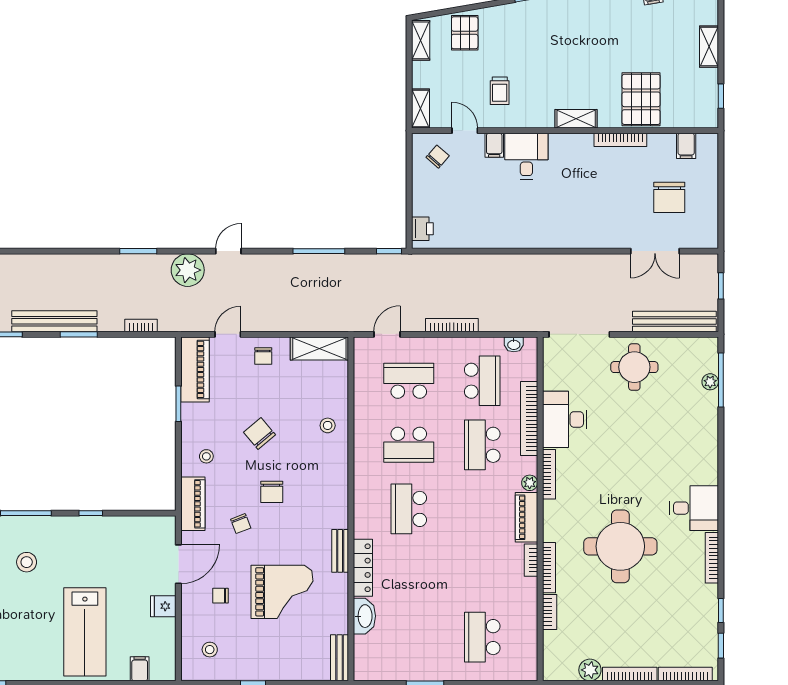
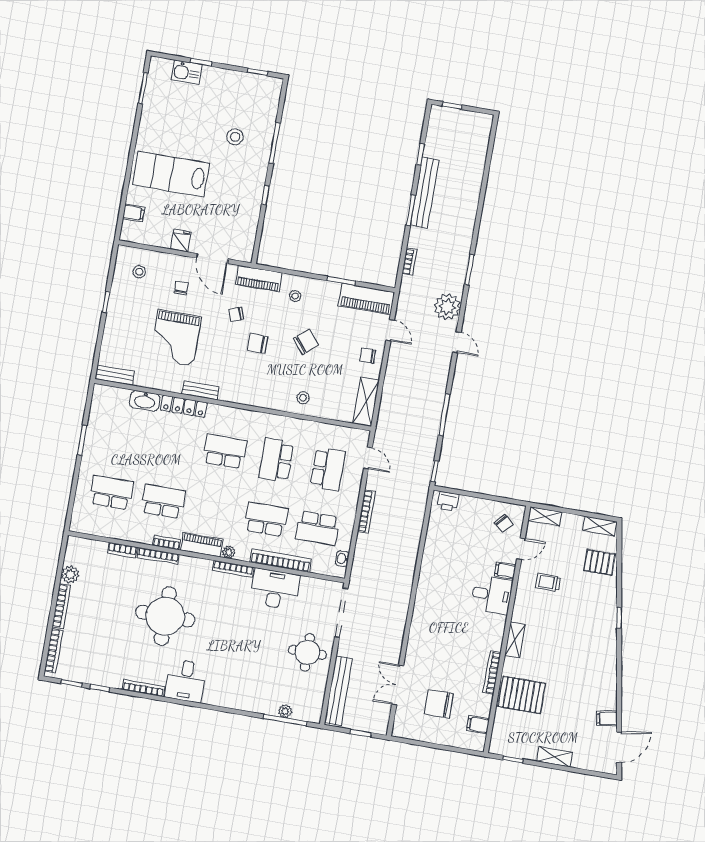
school desk: (482, 573) -> (163, 501), added

